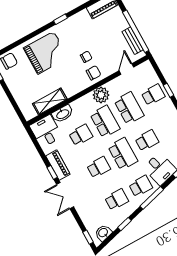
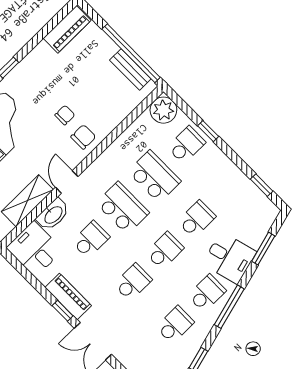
door: (126, 69) -> (67, 182), moved
plant: (101, 95) -> (163, 110), moved
school desk: (123, 154) -> (165, 251), width x0.54

